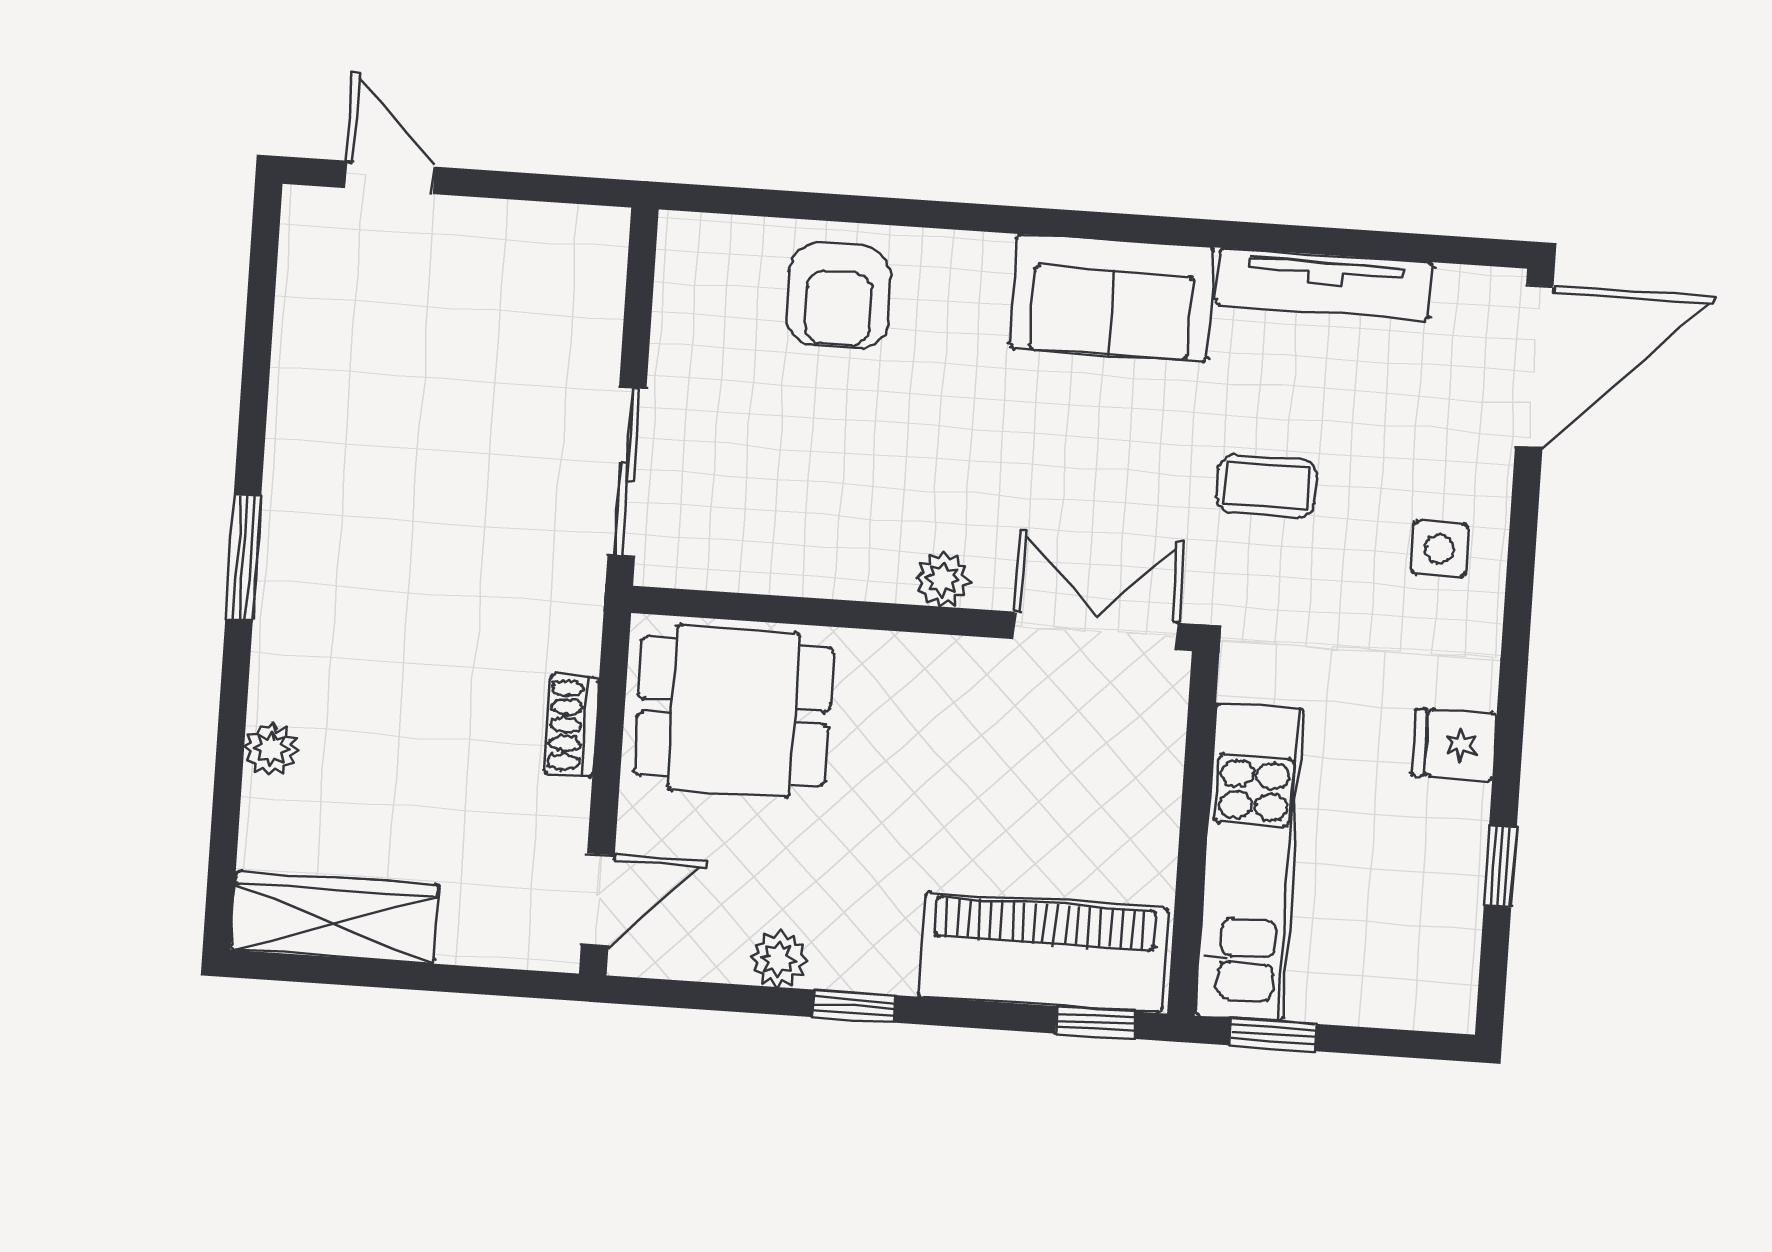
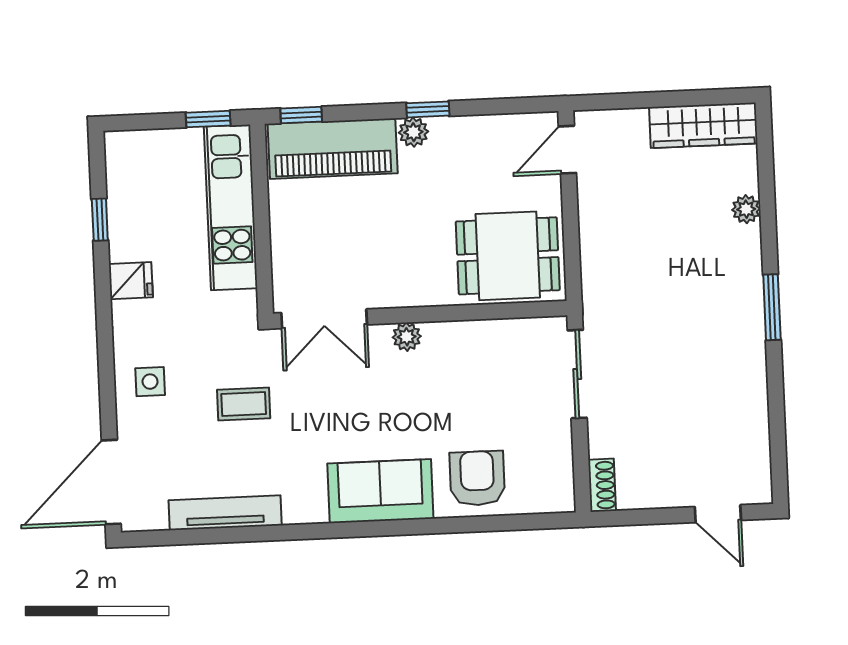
sofa: (1112, 298) -> (380, 491), moved
shoe rack: (572, 725) -> (602, 485), moved
plant: (779, 959) -> (413, 132), moved

